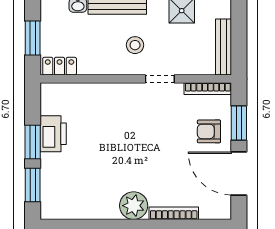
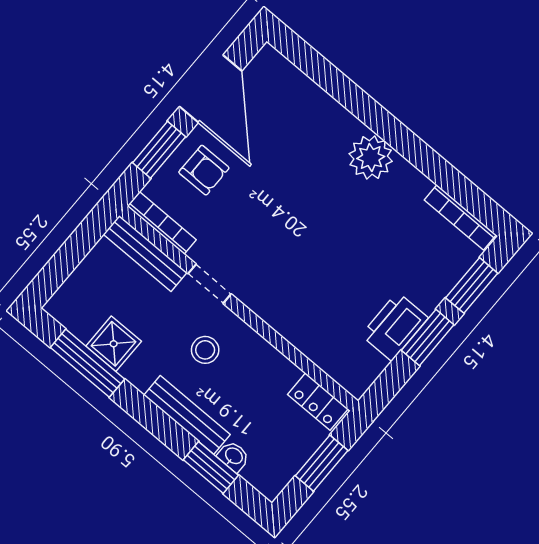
bench: (224, 47) -> (145, 253), moved, turned 90
bookcase: (174, 213) -> (460, 217), moved

